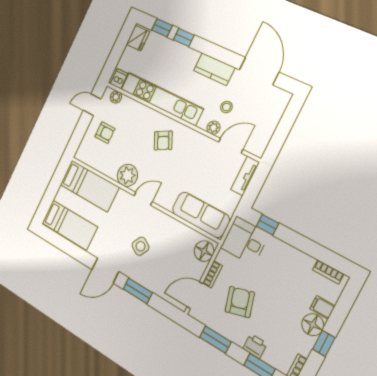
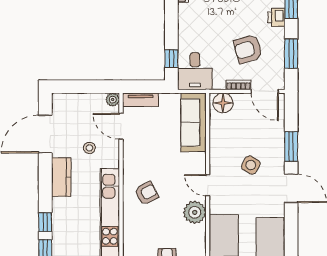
plant: (213, 128) -> (113, 100), moved

